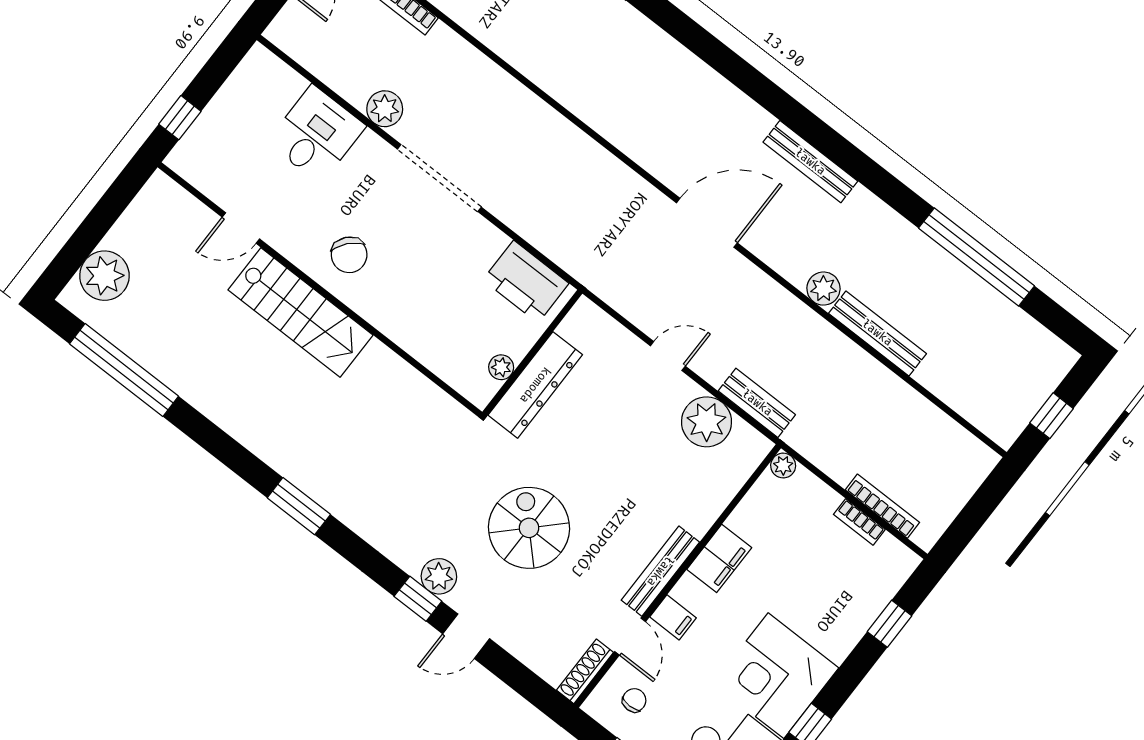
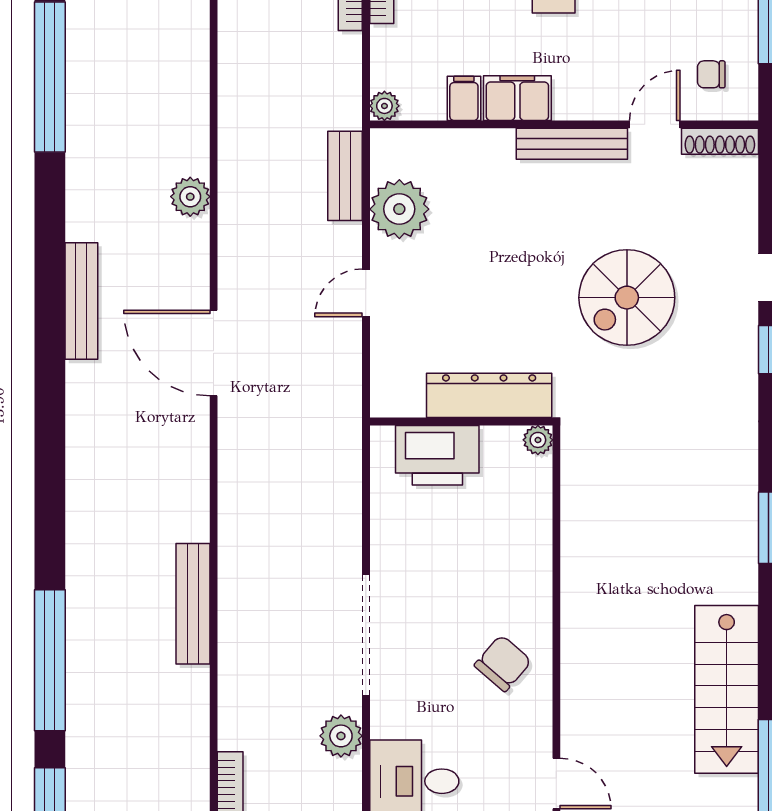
printer: (526, 282) -> (437, 455), moved, turned 90
stairs: (300, 312) -> (727, 689), moved, turned 180
bench: (877, 333) -> (193, 604), moved
door: (668, 356) -> (366, 293), hinge flipped
plant: (501, 367) -> (538, 440), moved
plant: (439, 576) -> (737, 346), removed
filing cabinet: (673, 617) -> (464, 98), moved

